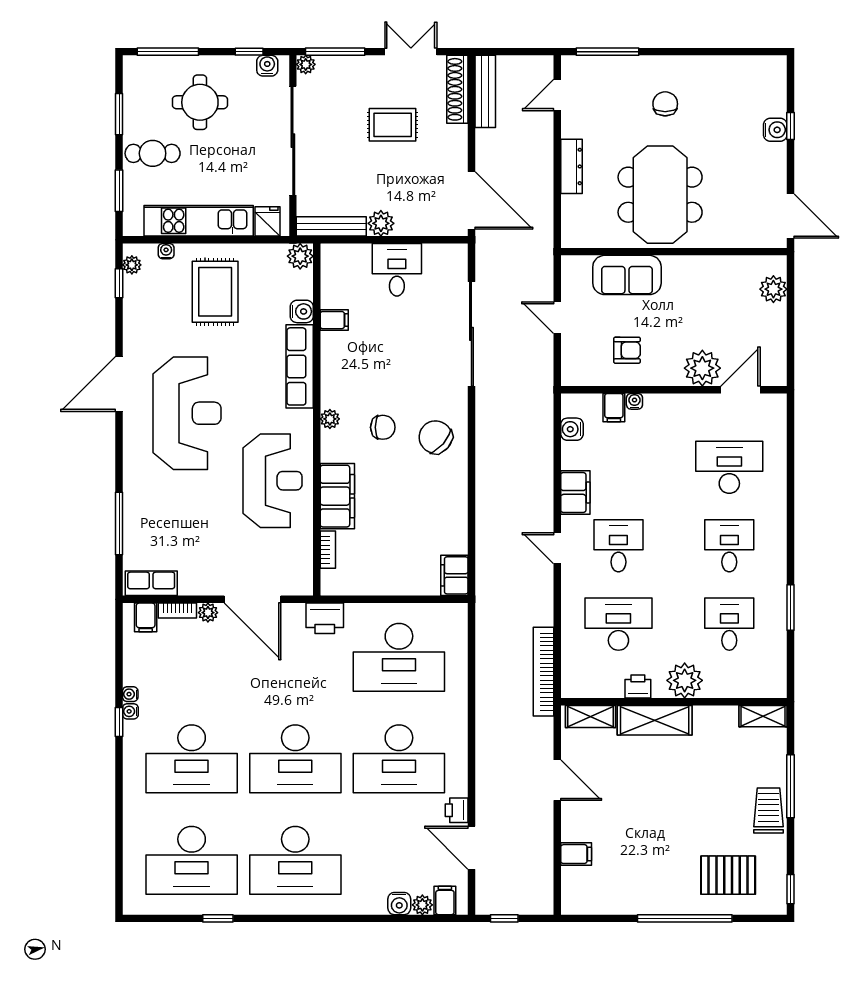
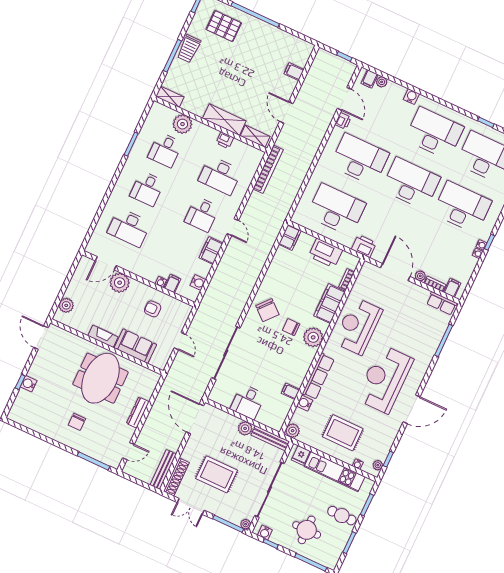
rug: (393, 125) -> (217, 474), width x1.36, depth x1.43
fireplace: (689, 266) -> (103, 336), added
rug: (215, 292) -> (343, 433), turned 90
plant: (330, 419) -> (313, 337), width x1.88, depth x1.88
printer: (383, 577) -> (326, 253), added
plant: (685, 680) -> (182, 124), moved
water cooler: (399, 904) -> (411, 97), moved

